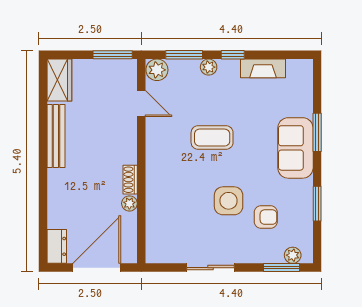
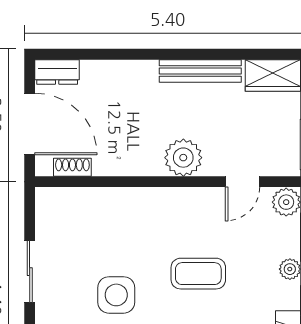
coffee table: (212, 138) -> (198, 274), turned 90
shoe rack: (130, 180) -> (72, 167), moved
plant: (129, 203) -> (183, 158), moved, width x1.87, depth x1.87

